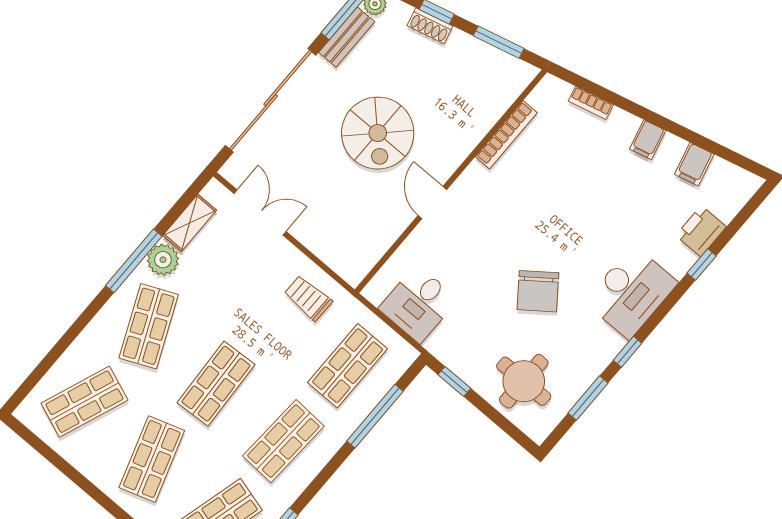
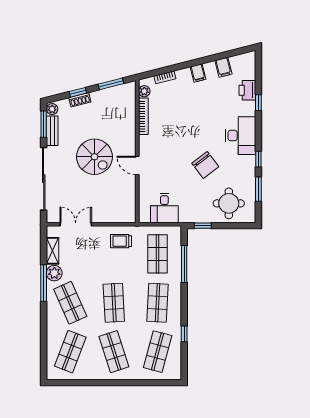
plant: (541, 97) -> (144, 91), added

